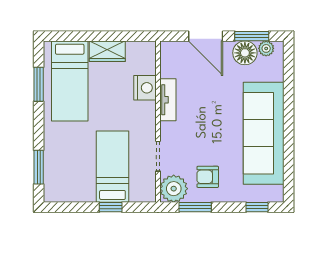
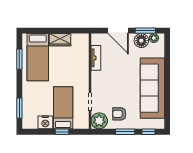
nightstand: (145, 88) -> (45, 122), moved, turned 90
tv unit: (168, 100) -> (96, 58), moved
window: (195, 207) -> (125, 132), moved

